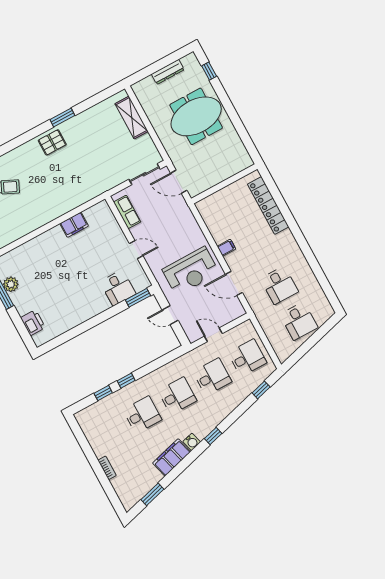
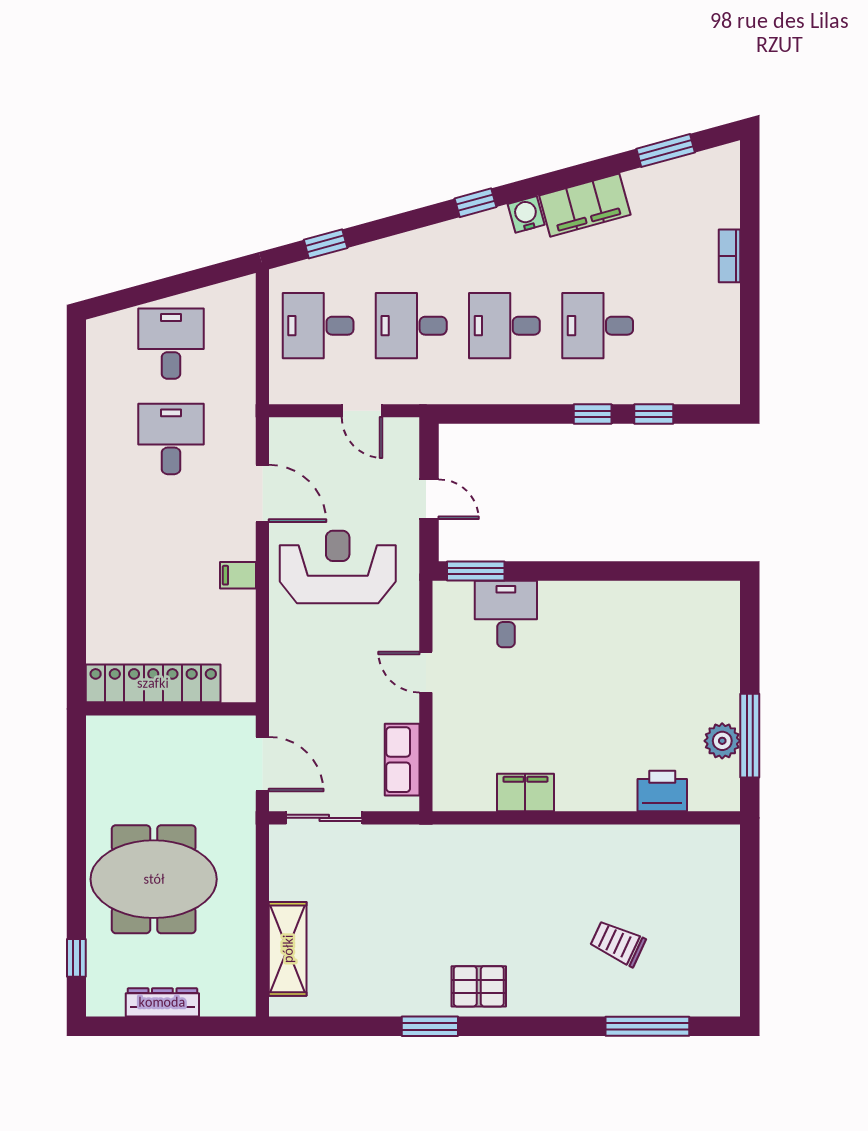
locker: (268, 206) -> (153, 683), moved, turned -90
printer: (33, 323) -> (662, 791), moved, turned 90

